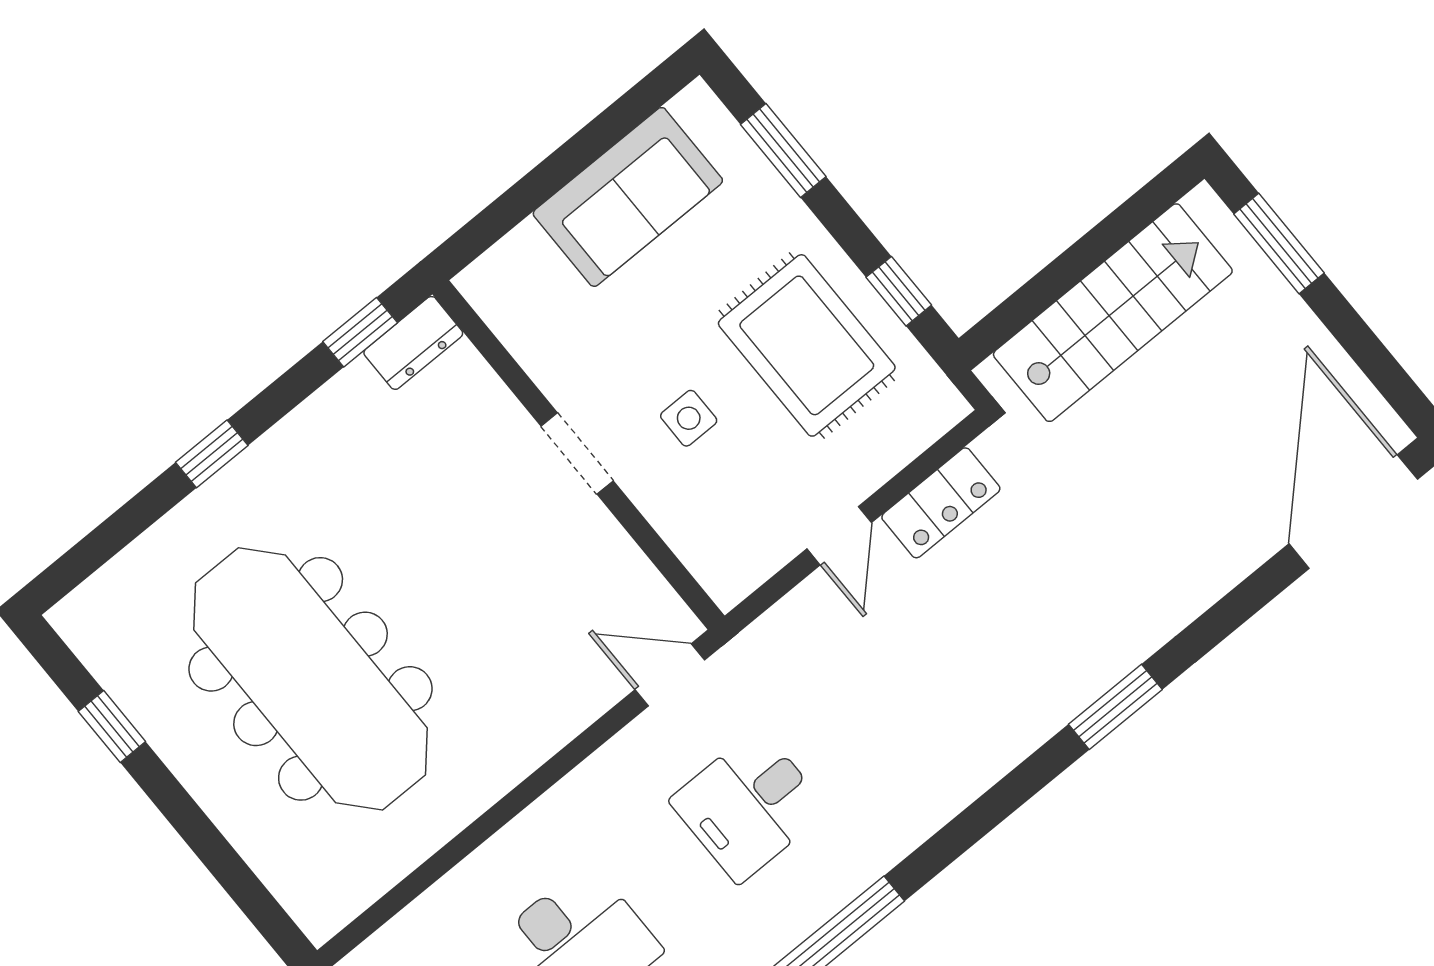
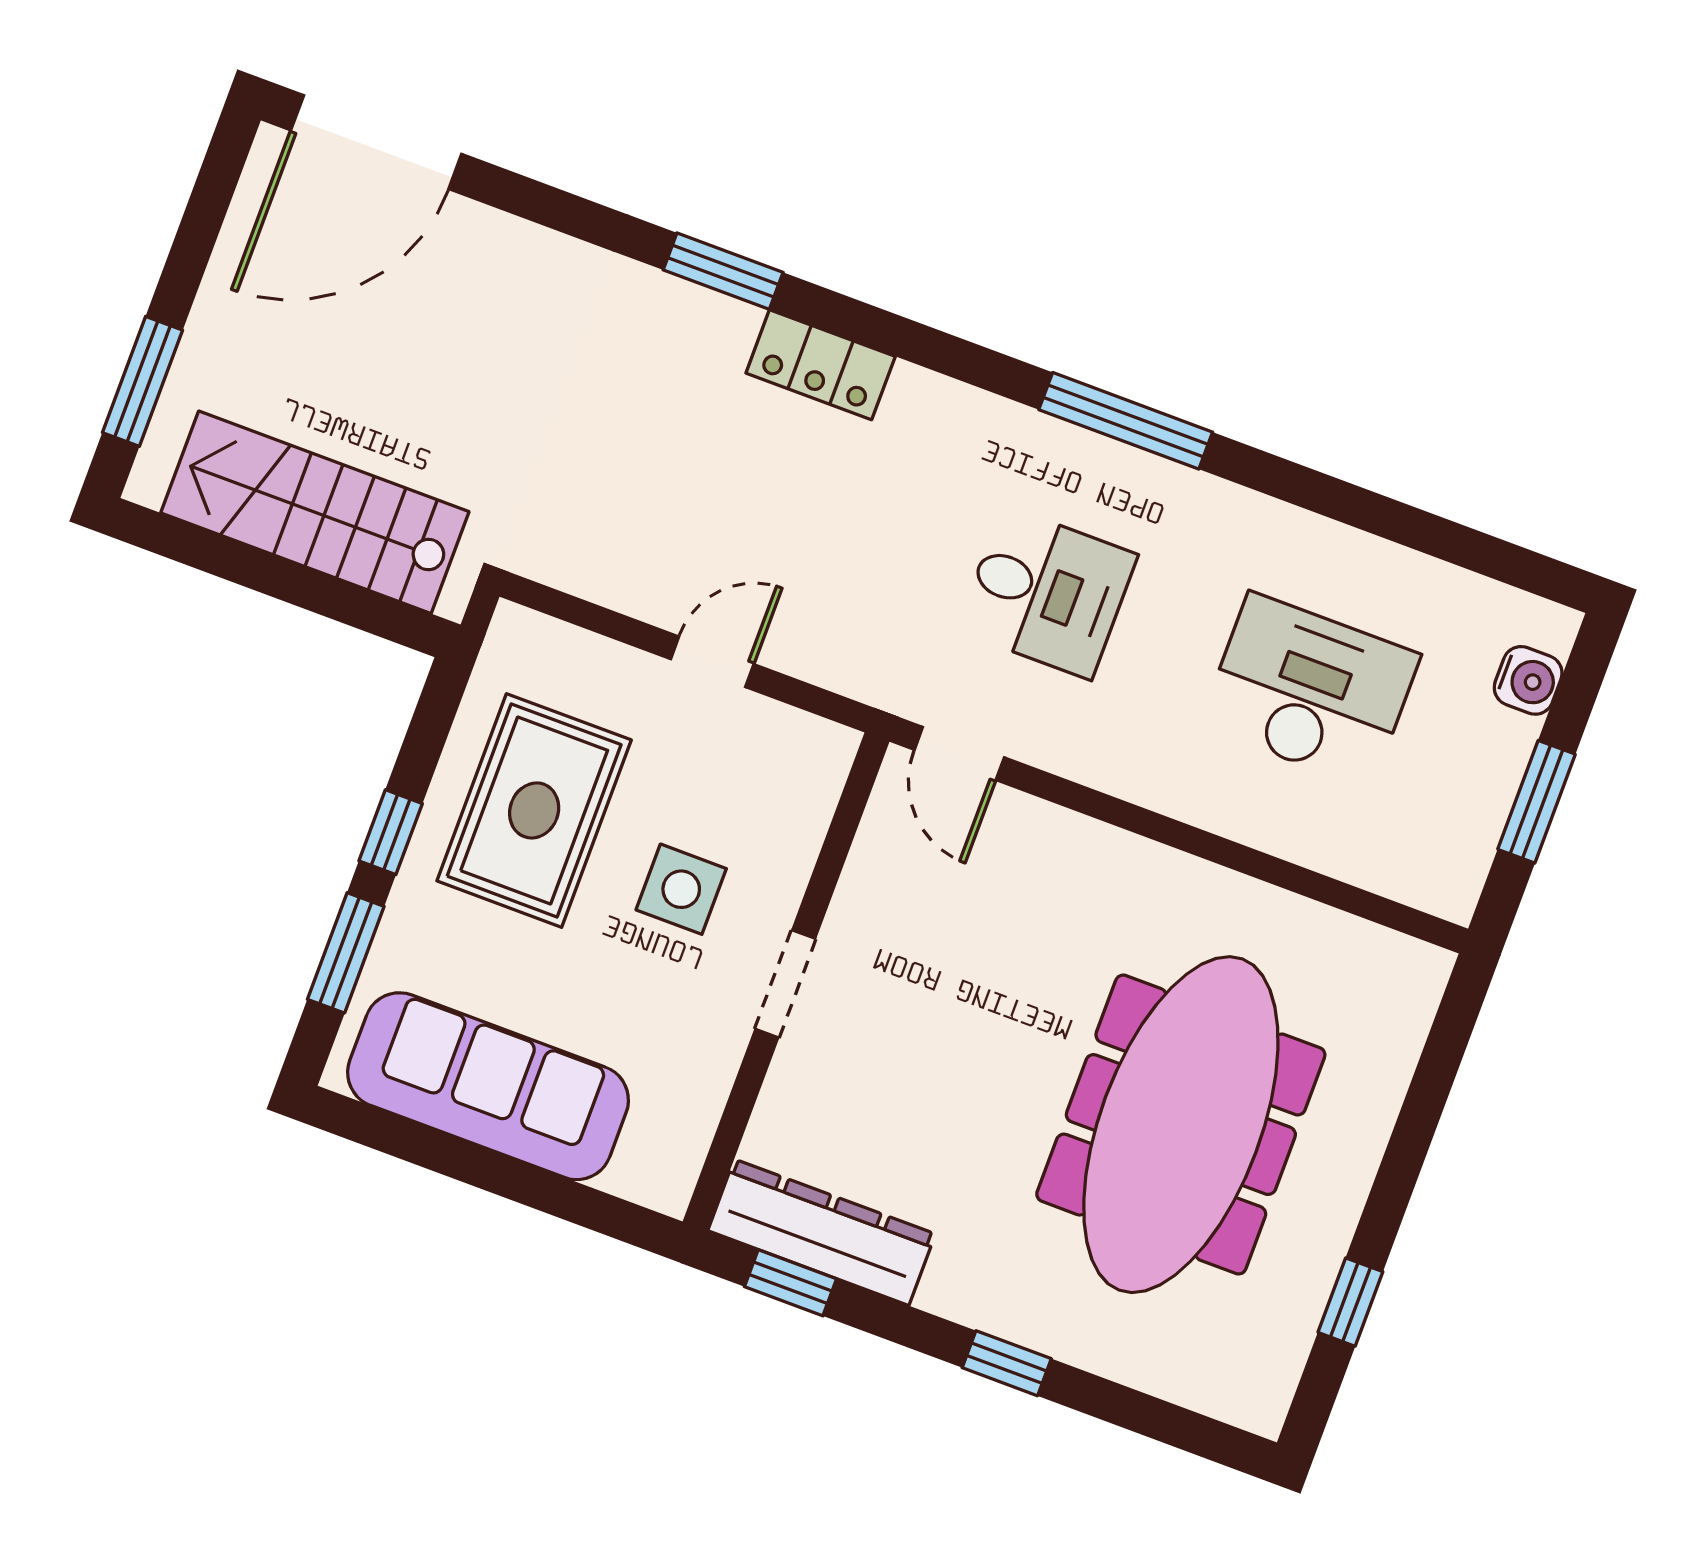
sofa: (628, 197) -> (488, 1086), width x1.36
window: (899, 291) -> (391, 832), moved
dresser: (413, 343) -> (822, 1232), width x1.96, depth x1.24
side table: (689, 418) -> (681, 889), width x1.37, depth x1.37
locker: (941, 503) -> (821, 365), moved, turned 180

